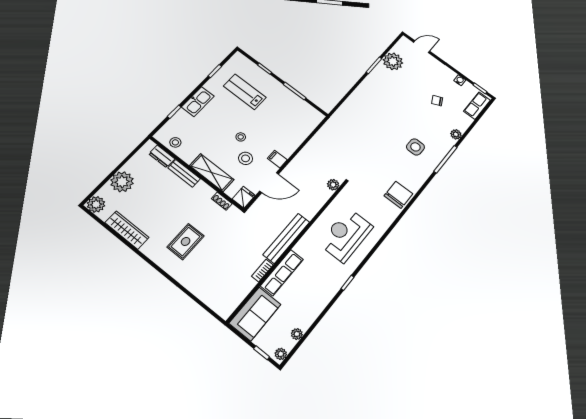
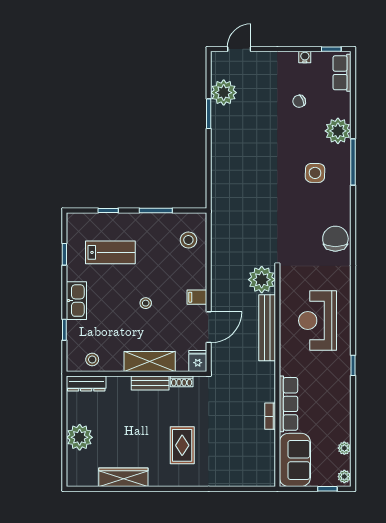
lab bench: (245, 92) -> (110, 252), turned 180
plant: (456, 134) -> (338, 131), width x1.88, depth x1.88
dresser: (162, 156) -> (86, 383), width x1.44
stool: (246, 158) -> (188, 240), moved
bench: (184, 173) -> (150, 383), moved
plant: (333, 185) -> (262, 280), width x1.87, depth x1.87
plant: (96, 204) -> (76, 477), removed
bench: (286, 238) -> (267, 328), moved

